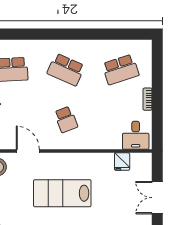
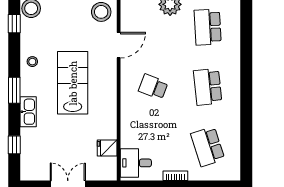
school desk: (66, 70) -> (208, 87), turned -30
school desk: (66, 119) -> (153, 87), turned 42

